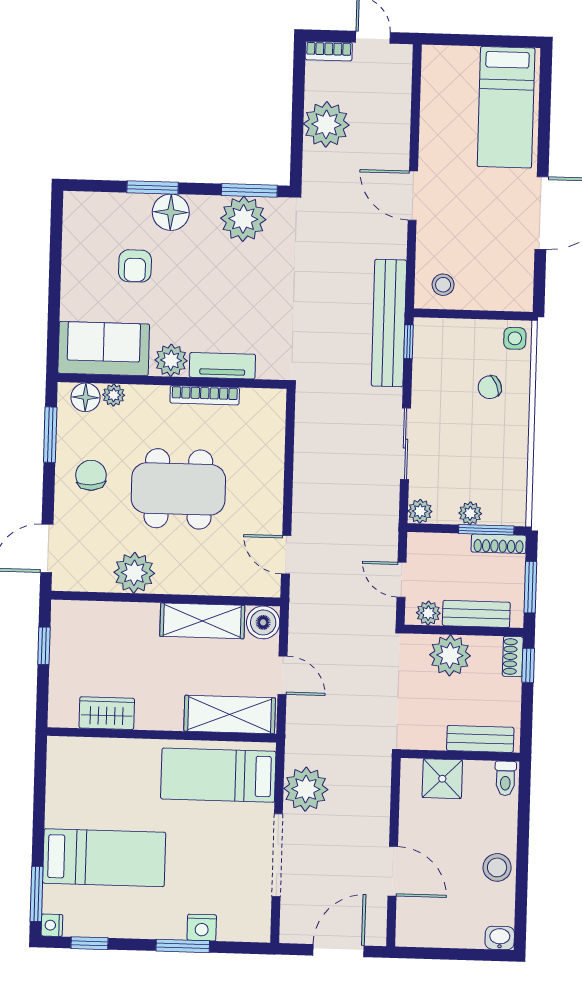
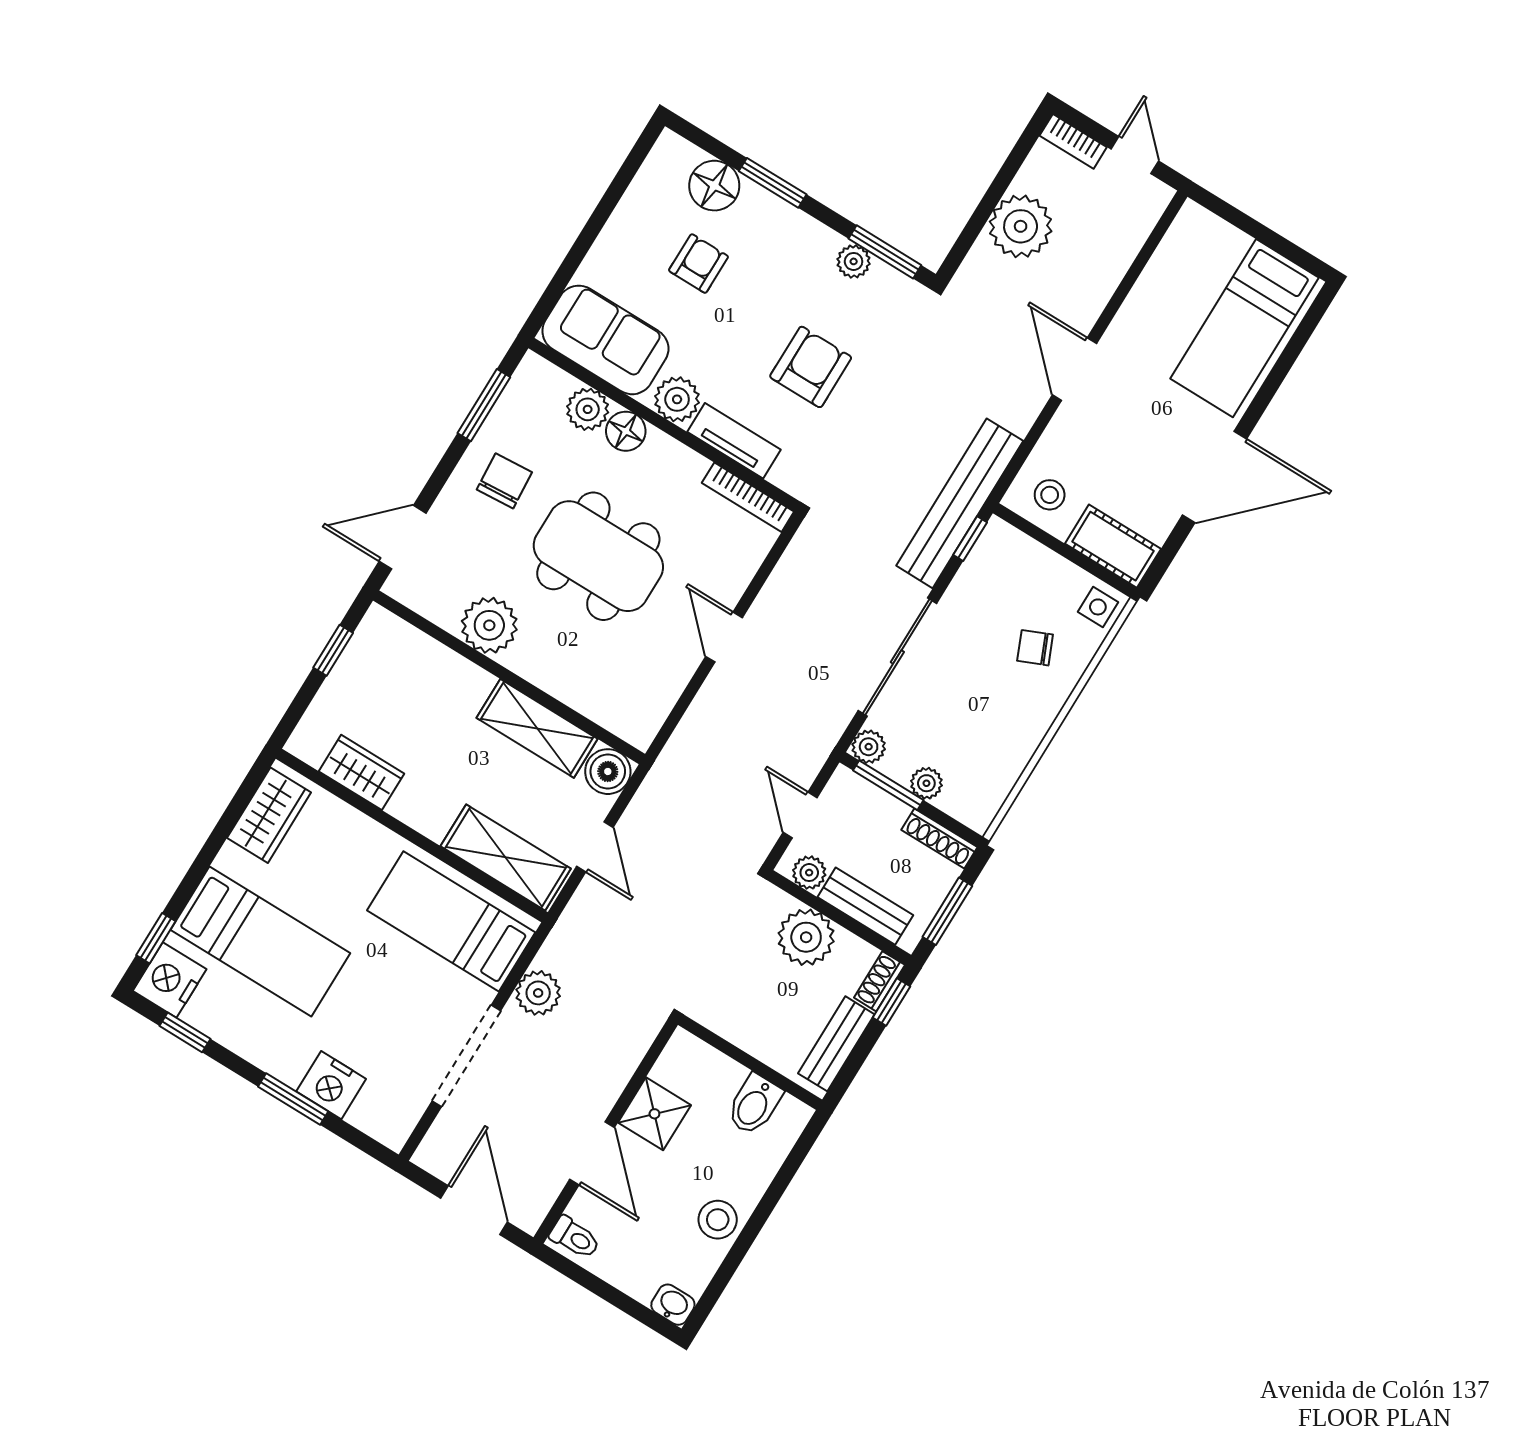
floor lamp: (171, 212) -> (714, 186), moved
plant: (243, 219) -> (854, 261), width x0.53, depth x0.53
armchair: (135, 266) -> (699, 264), turned 180
armchair: (244, 291) -> (811, 367), added
cot: (502, 294) -> (1113, 546), added
plant: (114, 395) -> (588, 409), width x1.38, depth x1.38
bookcase: (205, 395) -> (748, 497), moved
floor lamp: (86, 397) -> (626, 431), moved
sliding door: (405, 444) -> (897, 657), width x1.37
window: (486, 530) -> (888, 785), moved
door: (286, 555) -> (724, 637), moved
bench: (480, 739) -> (836, 1044), moved, turned 90
wardrobe: (64, 774) -> (269, 815), added
toilet: (505, 778) -> (575, 1238), moved, turned -90
shower: (442, 779) -> (654, 1114), moved
bidet: (478, 781) -> (754, 1105), added
plant: (306, 789) -> (538, 993), width x0.73, depth x0.73
window: (37, 894) -> (156, 938), width x0.67
nightstand: (52, 925) -> (170, 980), width x1.89, depth x1.79
nightstand: (202, 928) -> (331, 1085), width x1.36, depth x1.33
door: (339, 951) -> (474, 1210), hinge flipped

